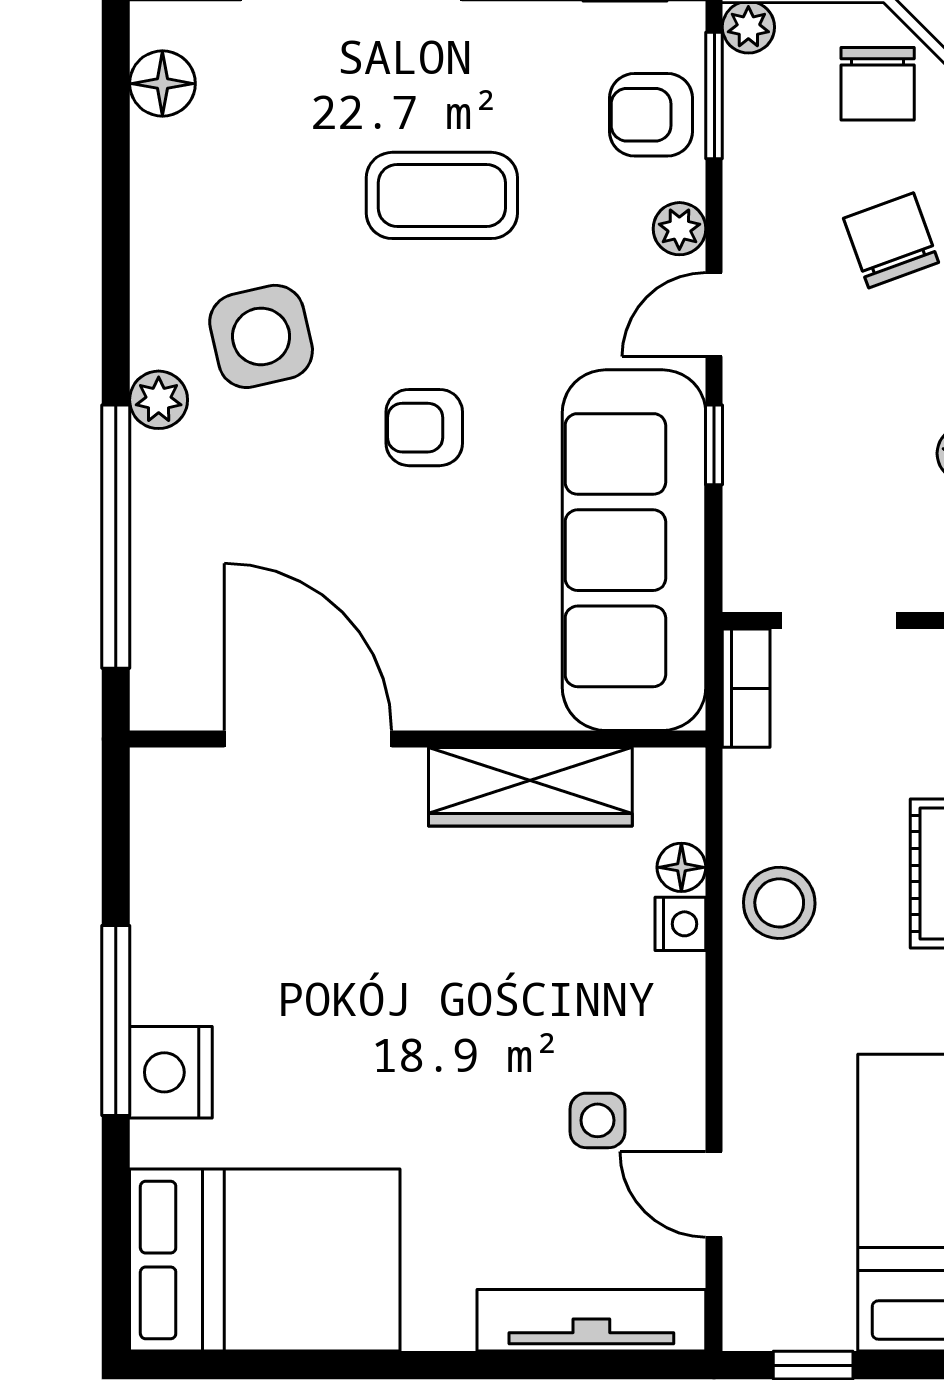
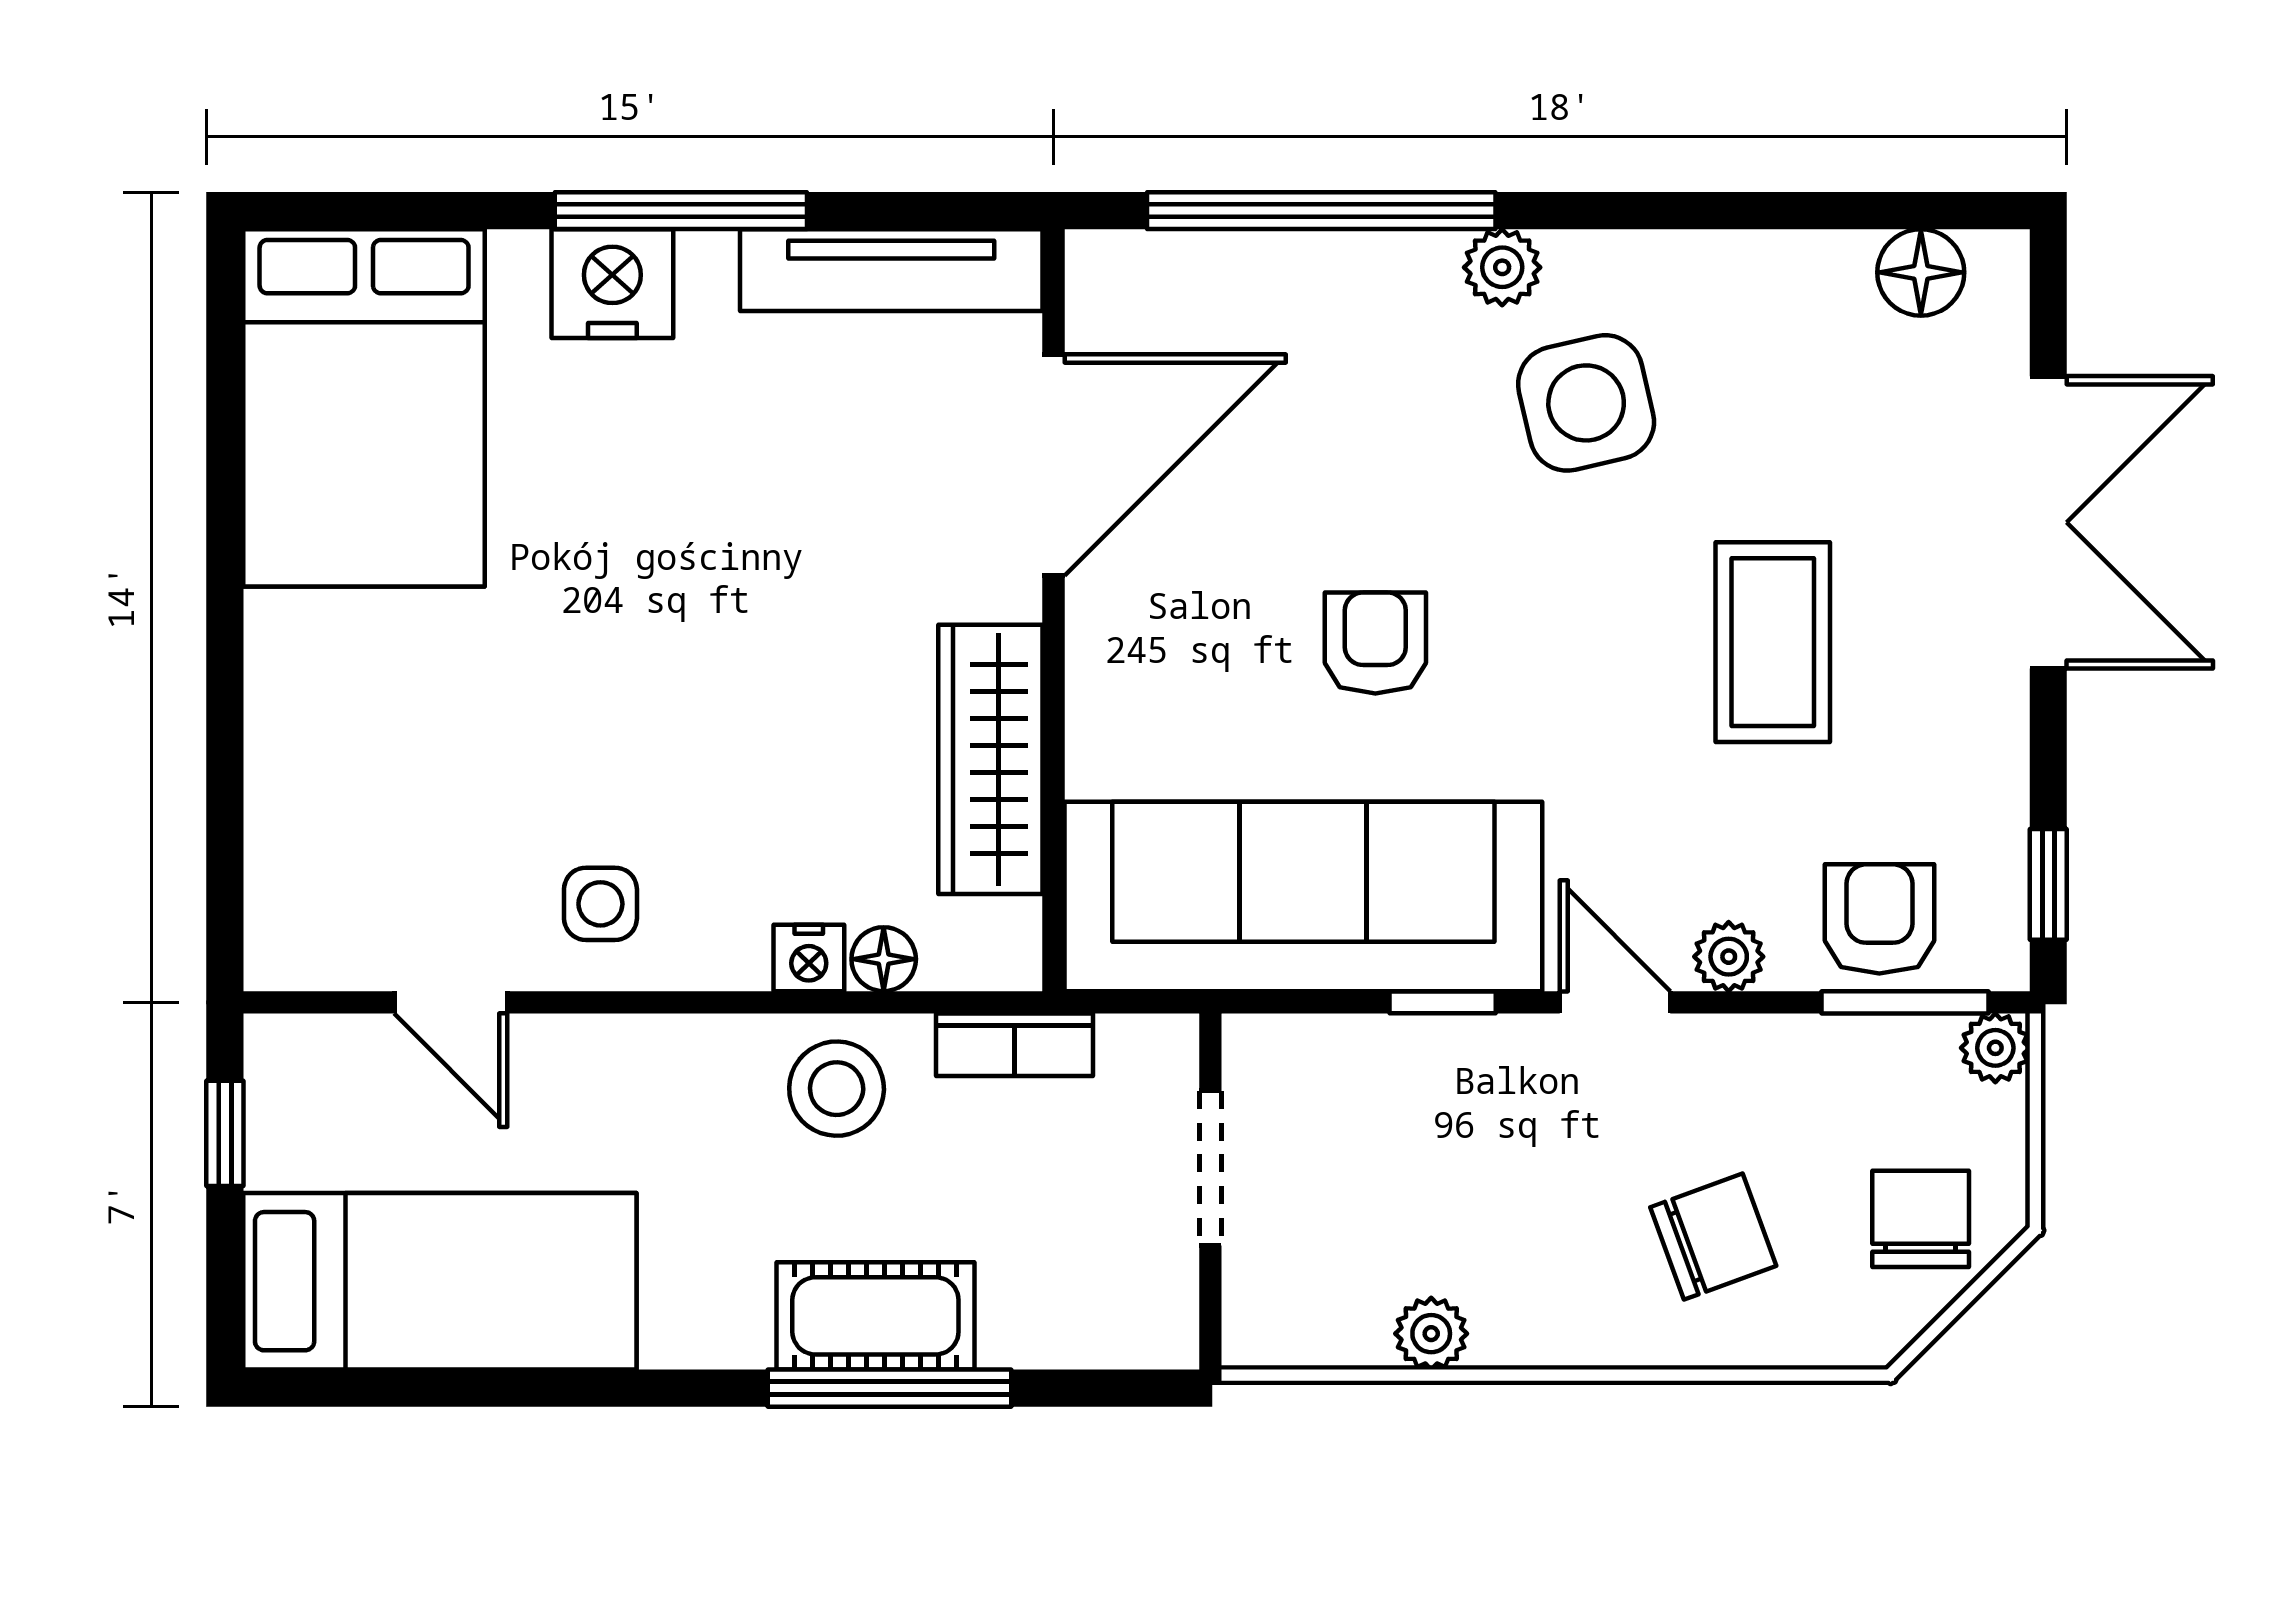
chair: (878, 84) -> (1921, 1219), turned 90
armchair: (424, 428) -> (1375, 643), moved
bookcase: (746, 688) -> (1015, 1045), moved
side table: (597, 1120) -> (600, 904), moved
door: (714, 1194) -> (451, 1002), swing flipped
tv unit: (591, 1320) -> (891, 270), moved, turned 90

